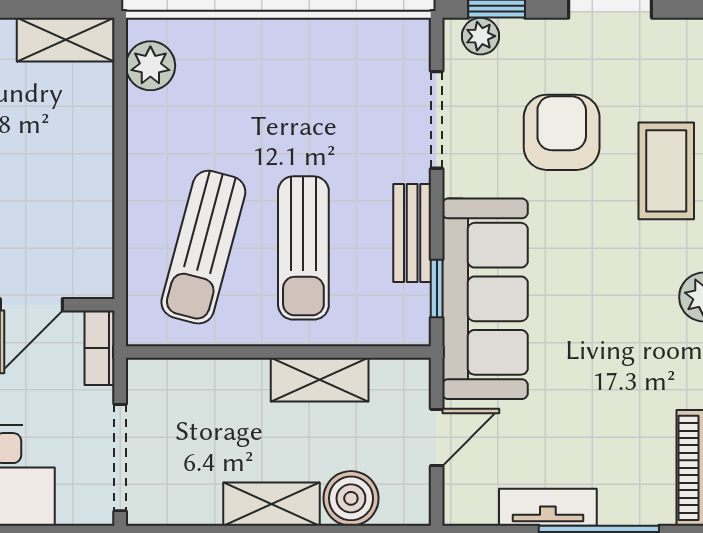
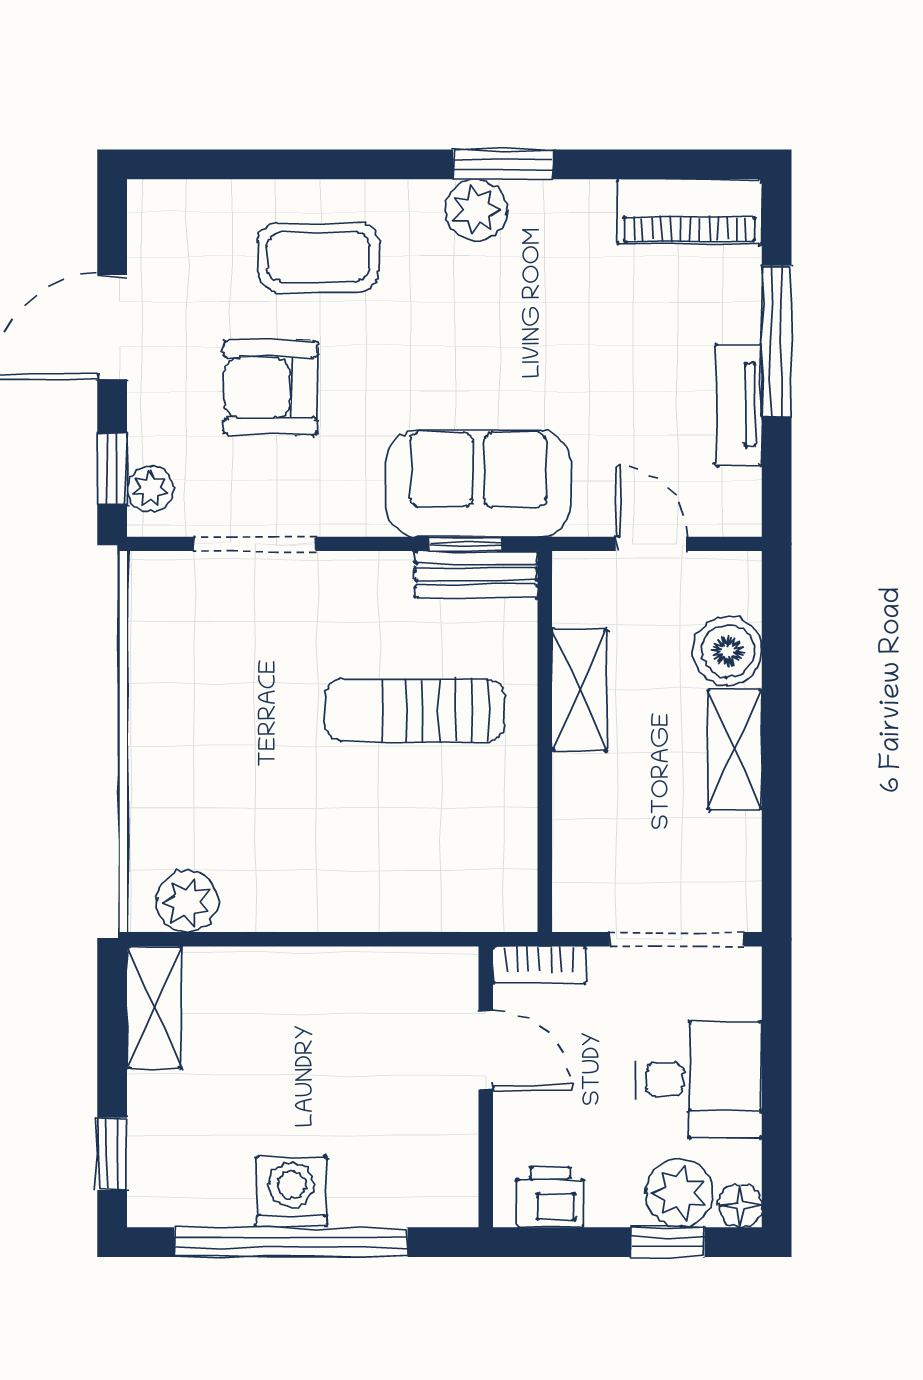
bench: (412, 233) -> (476, 574), moved
sun lounger: (203, 247) -> (414, 835), removed
sun lounger: (303, 248) -> (415, 710), turned 180
sofa: (485, 299) -> (478, 484), width x0.73

